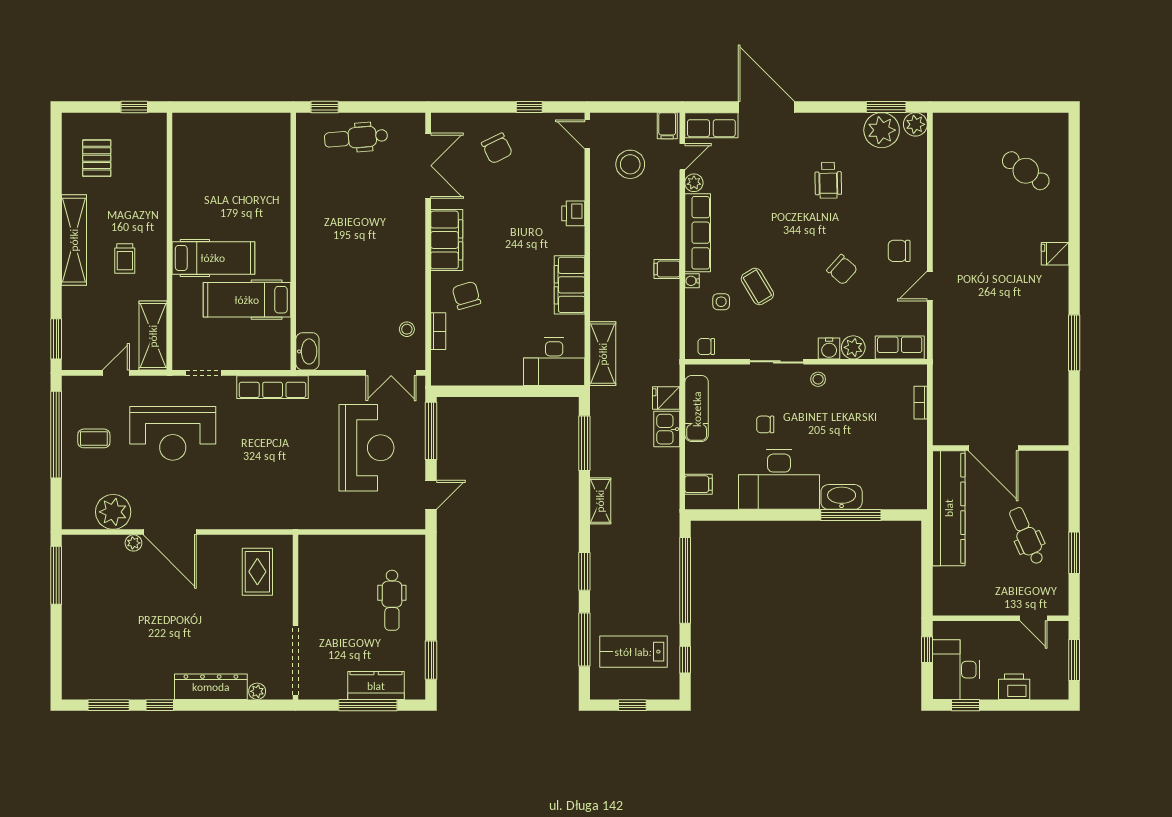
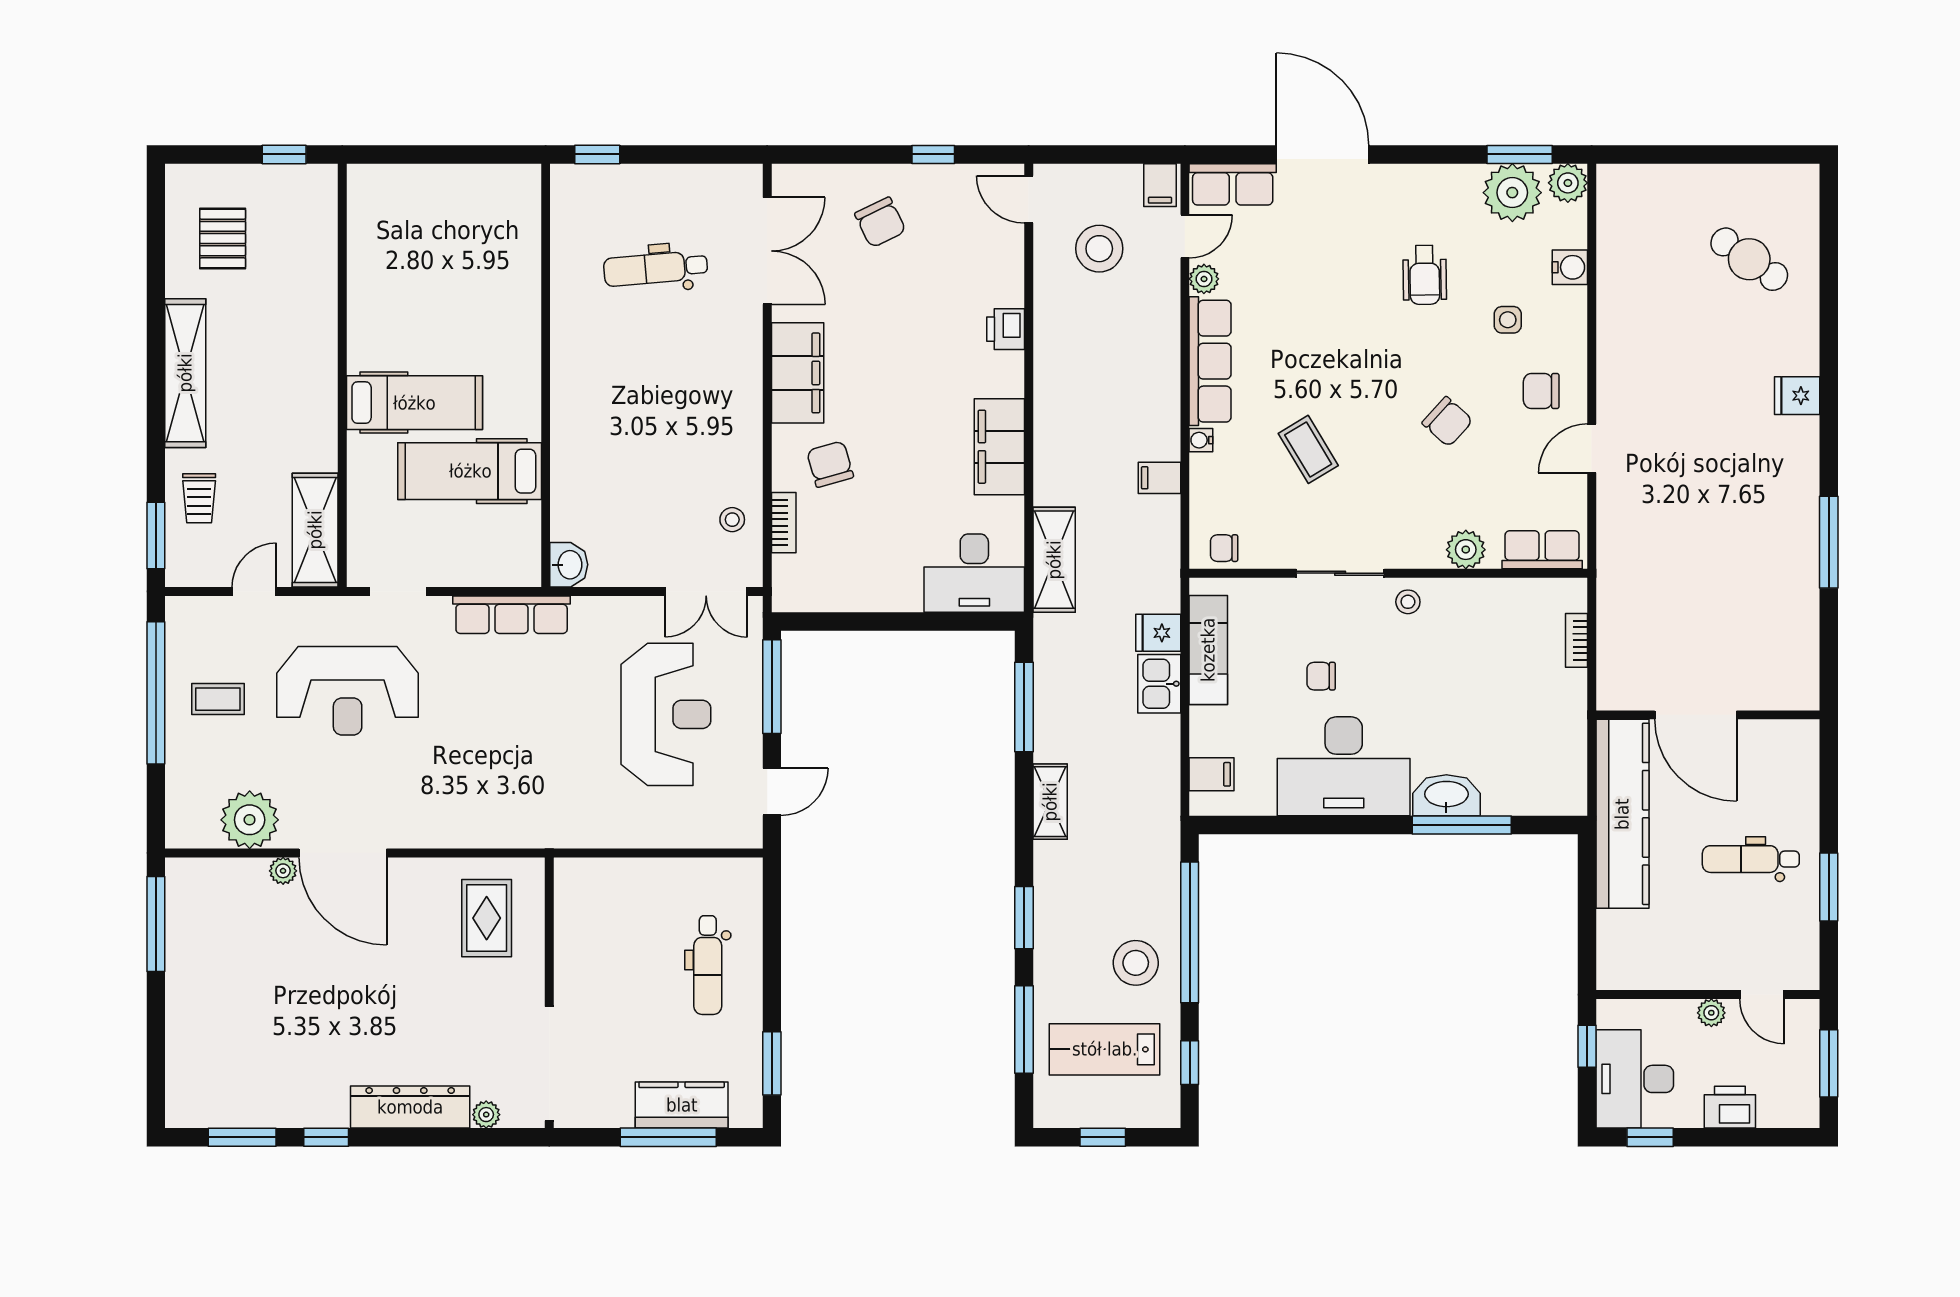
dental chair: (356, 138) -> (656, 268), moved
trolley: (125, 259) -> (199, 498), moved
filing cabinet: (667, 269) -> (1159, 478), moved
side table: (721, 302) -> (1508, 320), moved
water cooler: (829, 349) -> (1570, 267), moved, turned -90
washbasin: (307, 351) -> (569, 565), width x0.72
dental chair: (1027, 536) -> (1751, 859), turned -66
stool: (652, 599) -> (1136, 963), added
plant: (1003, 629) -> (1711, 1013), added

